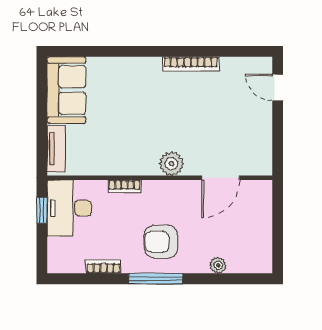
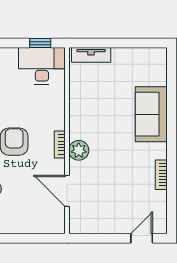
bookcase: (191, 64) -> (161, 175), width x0.64
sofa: (66, 90) -> (151, 114), moved, turned 90
bookcase: (124, 186) -> (60, 144), moved

